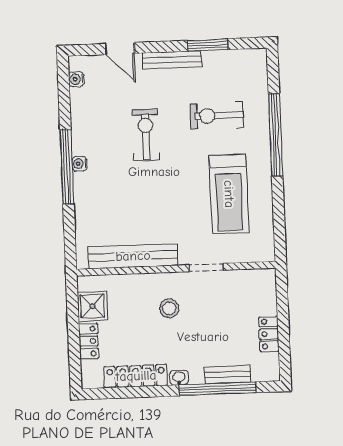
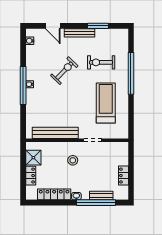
exercise bike: (146, 135) -> (64, 71), turned 44
treadmill: (229, 194) -> (106, 103), turned 180

